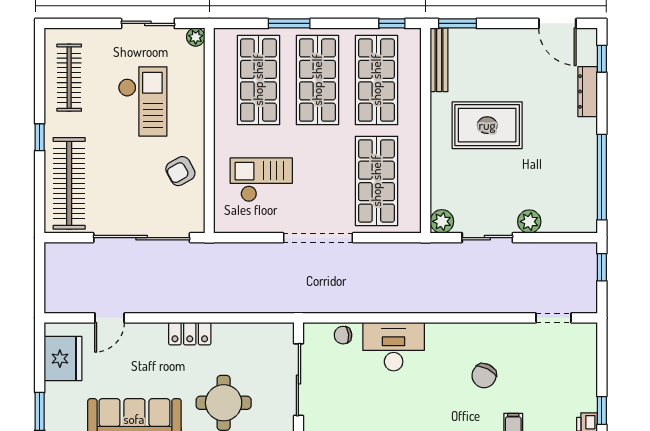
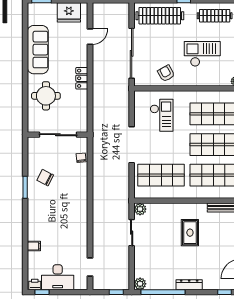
dresser: (588, 92) -> (189, 285), moved
checkout: (143, 101) -> (202, 54), turned 180
rug: (487, 125) -> (190, 233), width x0.73, depth x0.70
plant: (529, 222) -> (140, 284), moved
door: (110, 318) -> (90, 37), swing flipped
desk: (394, 347) -> (58, 277), moved, turned 90
chair: (484, 376) -> (45, 178), moved

